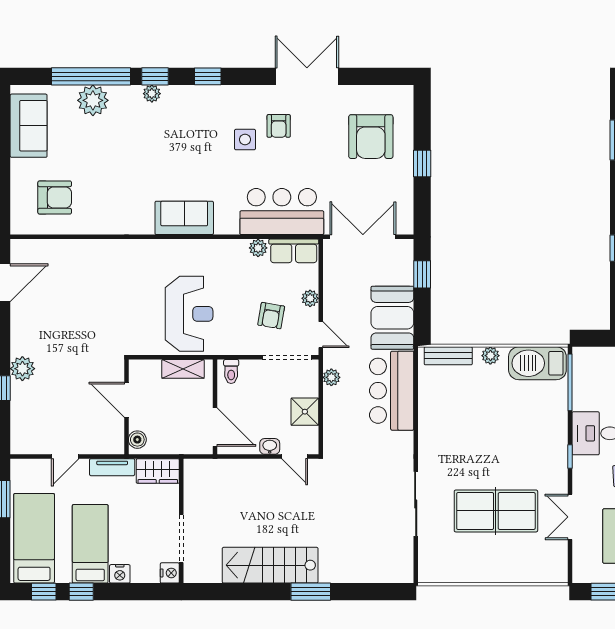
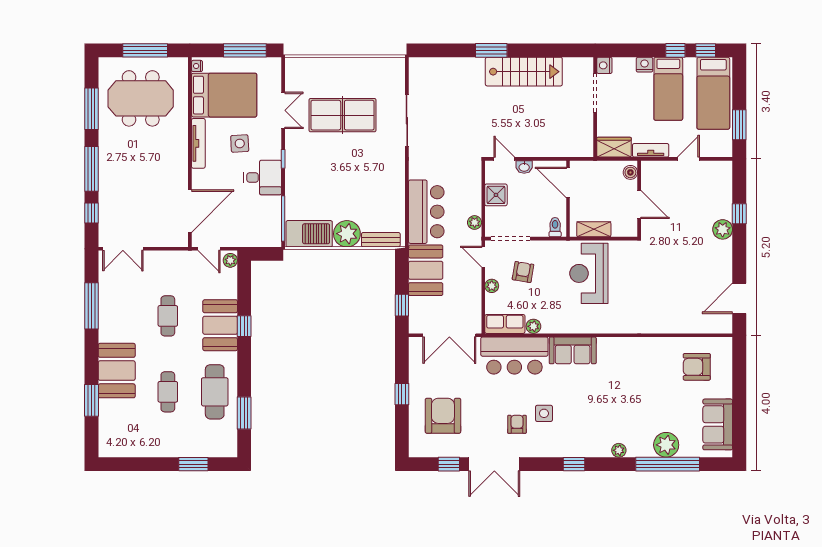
window: (155, 76) -> (449, 464), moved
sofa: (184, 218) -> (573, 350), moved
plant: (490, 356) -> (347, 234), width x1.88, depth x1.88

